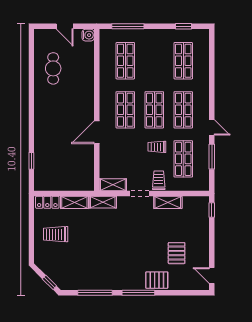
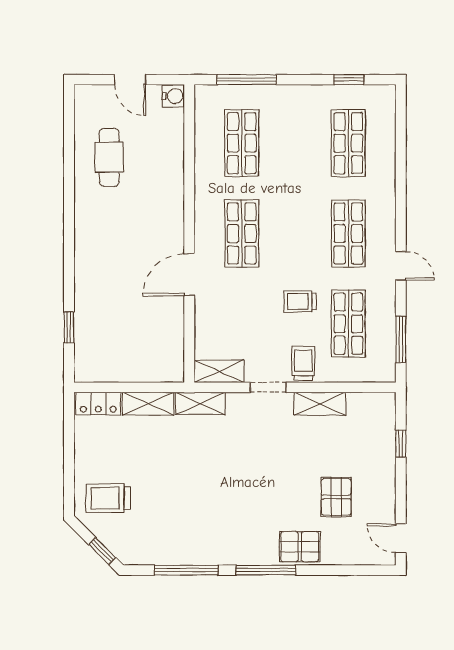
shop shelf: (154, 110) -> (295, 233), removed
window: (212, 157) -> (401, 339), moved
window: (212, 210) -> (401, 444), moved
trolley: (56, 234) -> (108, 498), moved

